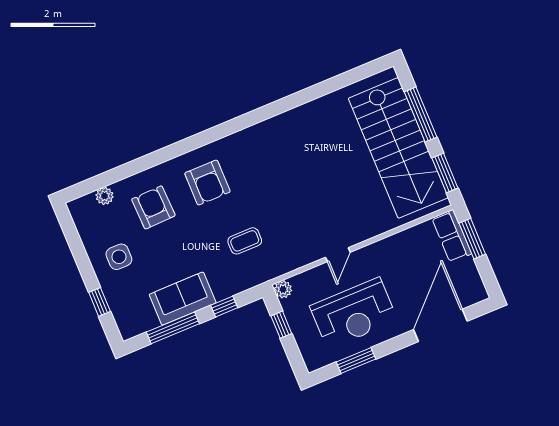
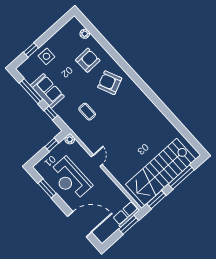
armchair: (207, 182) -> (110, 83), turned 66
door: (338, 255) -> (97, 161), swing flipped
side table: (119, 257) -> (46, 56), moved

